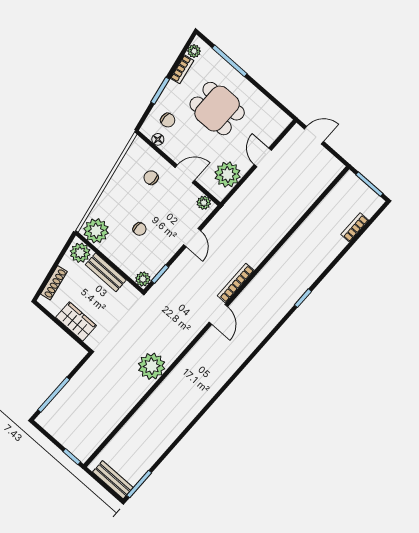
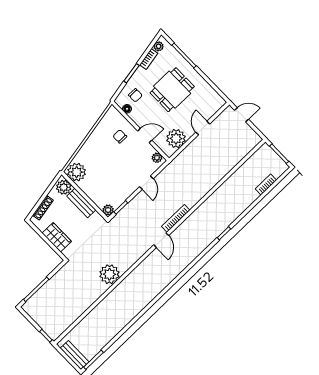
dining table: (217, 109) -> (172, 90), turned 90
chair: (140, 229) -> (108, 173), removed

